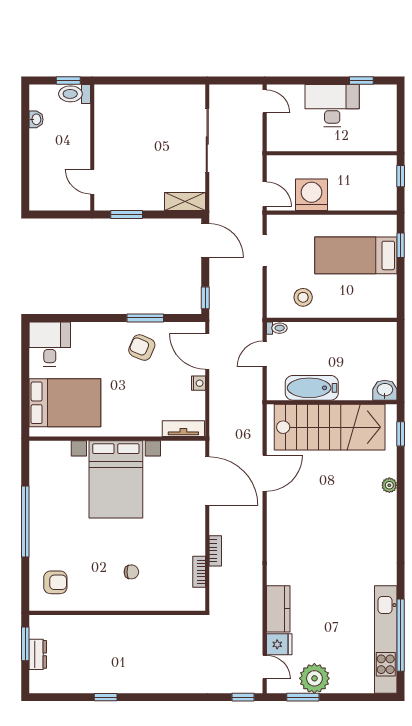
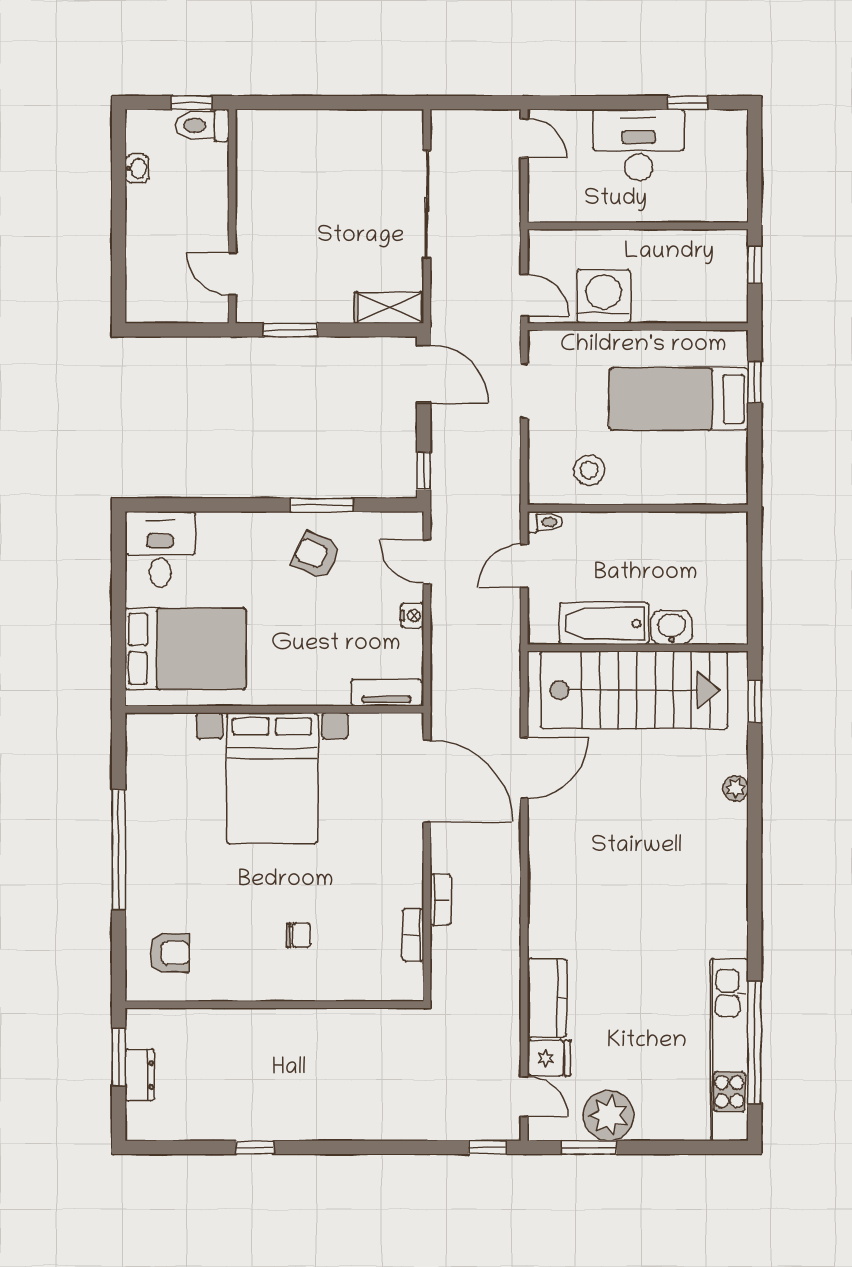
door: (207, 352) -> (427, 562), width x0.73
washbasin: (385, 390) -> (672, 627), moved

